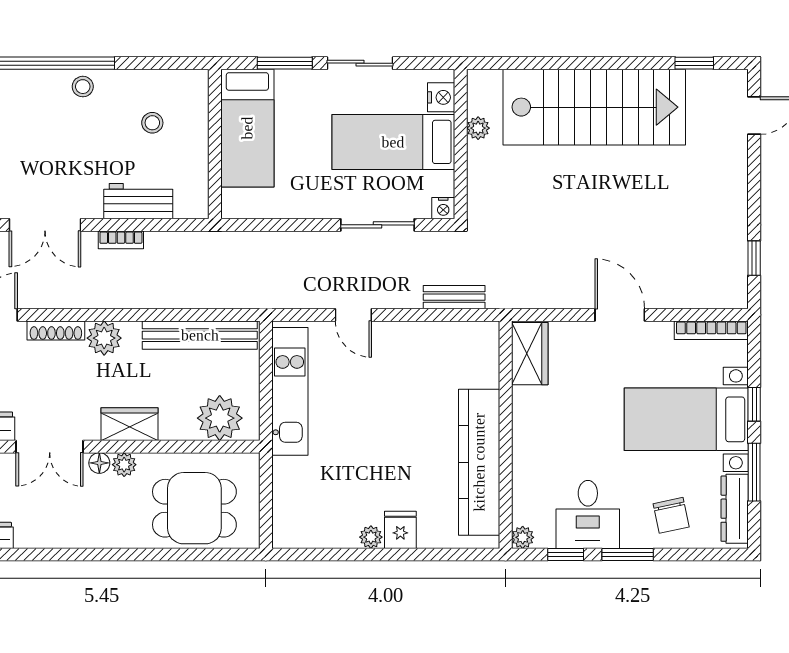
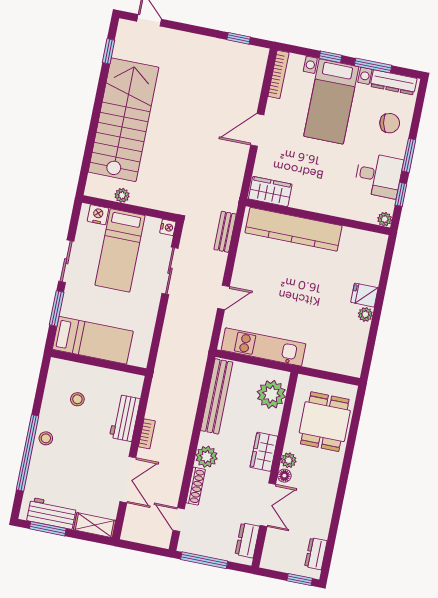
kitchen counter: (479, 462) -> (294, 229), moved

